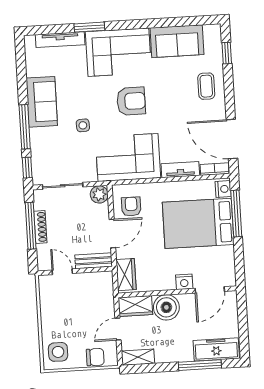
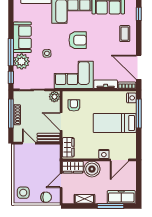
plant: (43, 141) -> (22, 61), added
bed: (198, 223) -> (115, 123), width x0.67
door: (112, 234) -> (61, 121), swing flipped
shelving: (138, 357) -> (84, 199), moved

